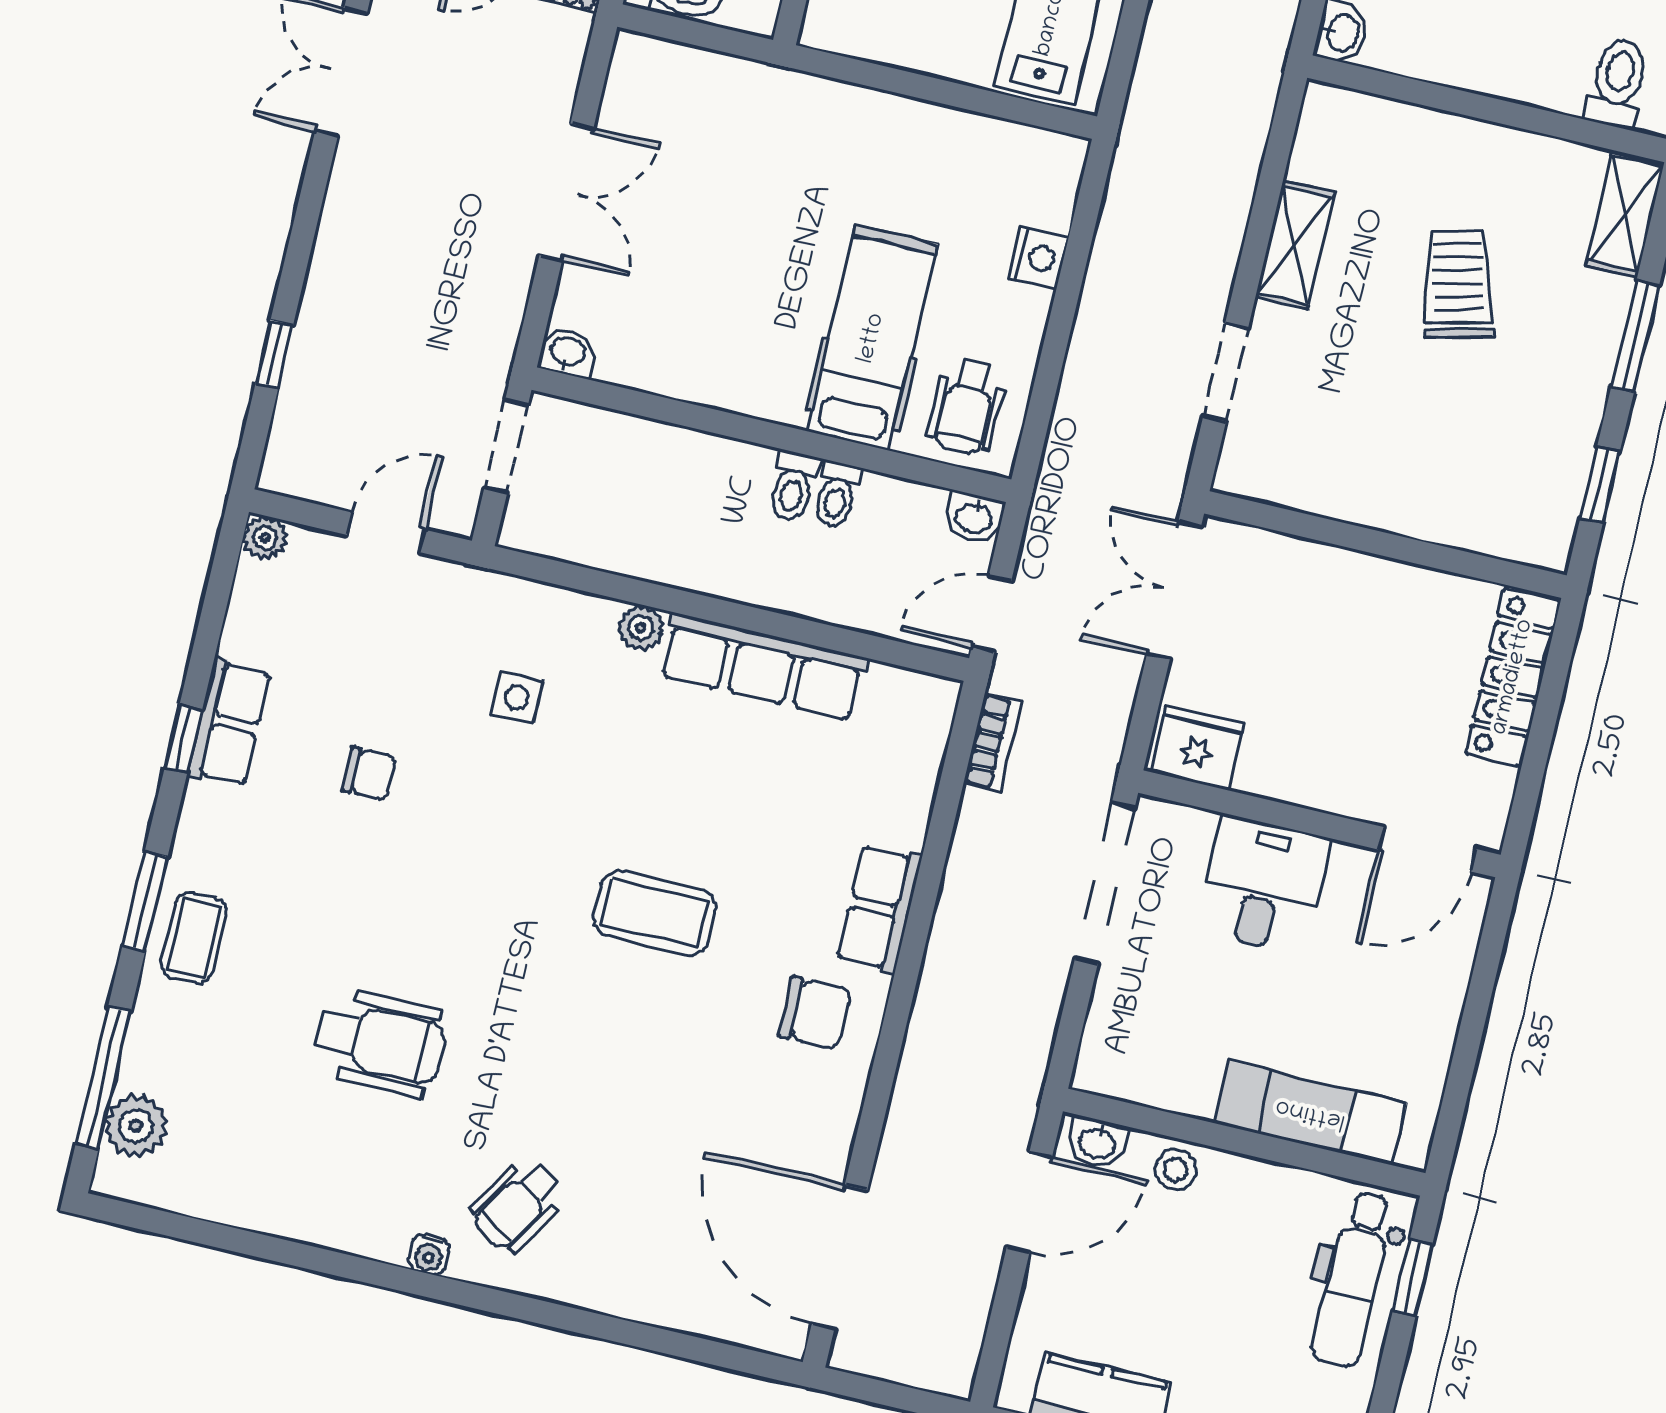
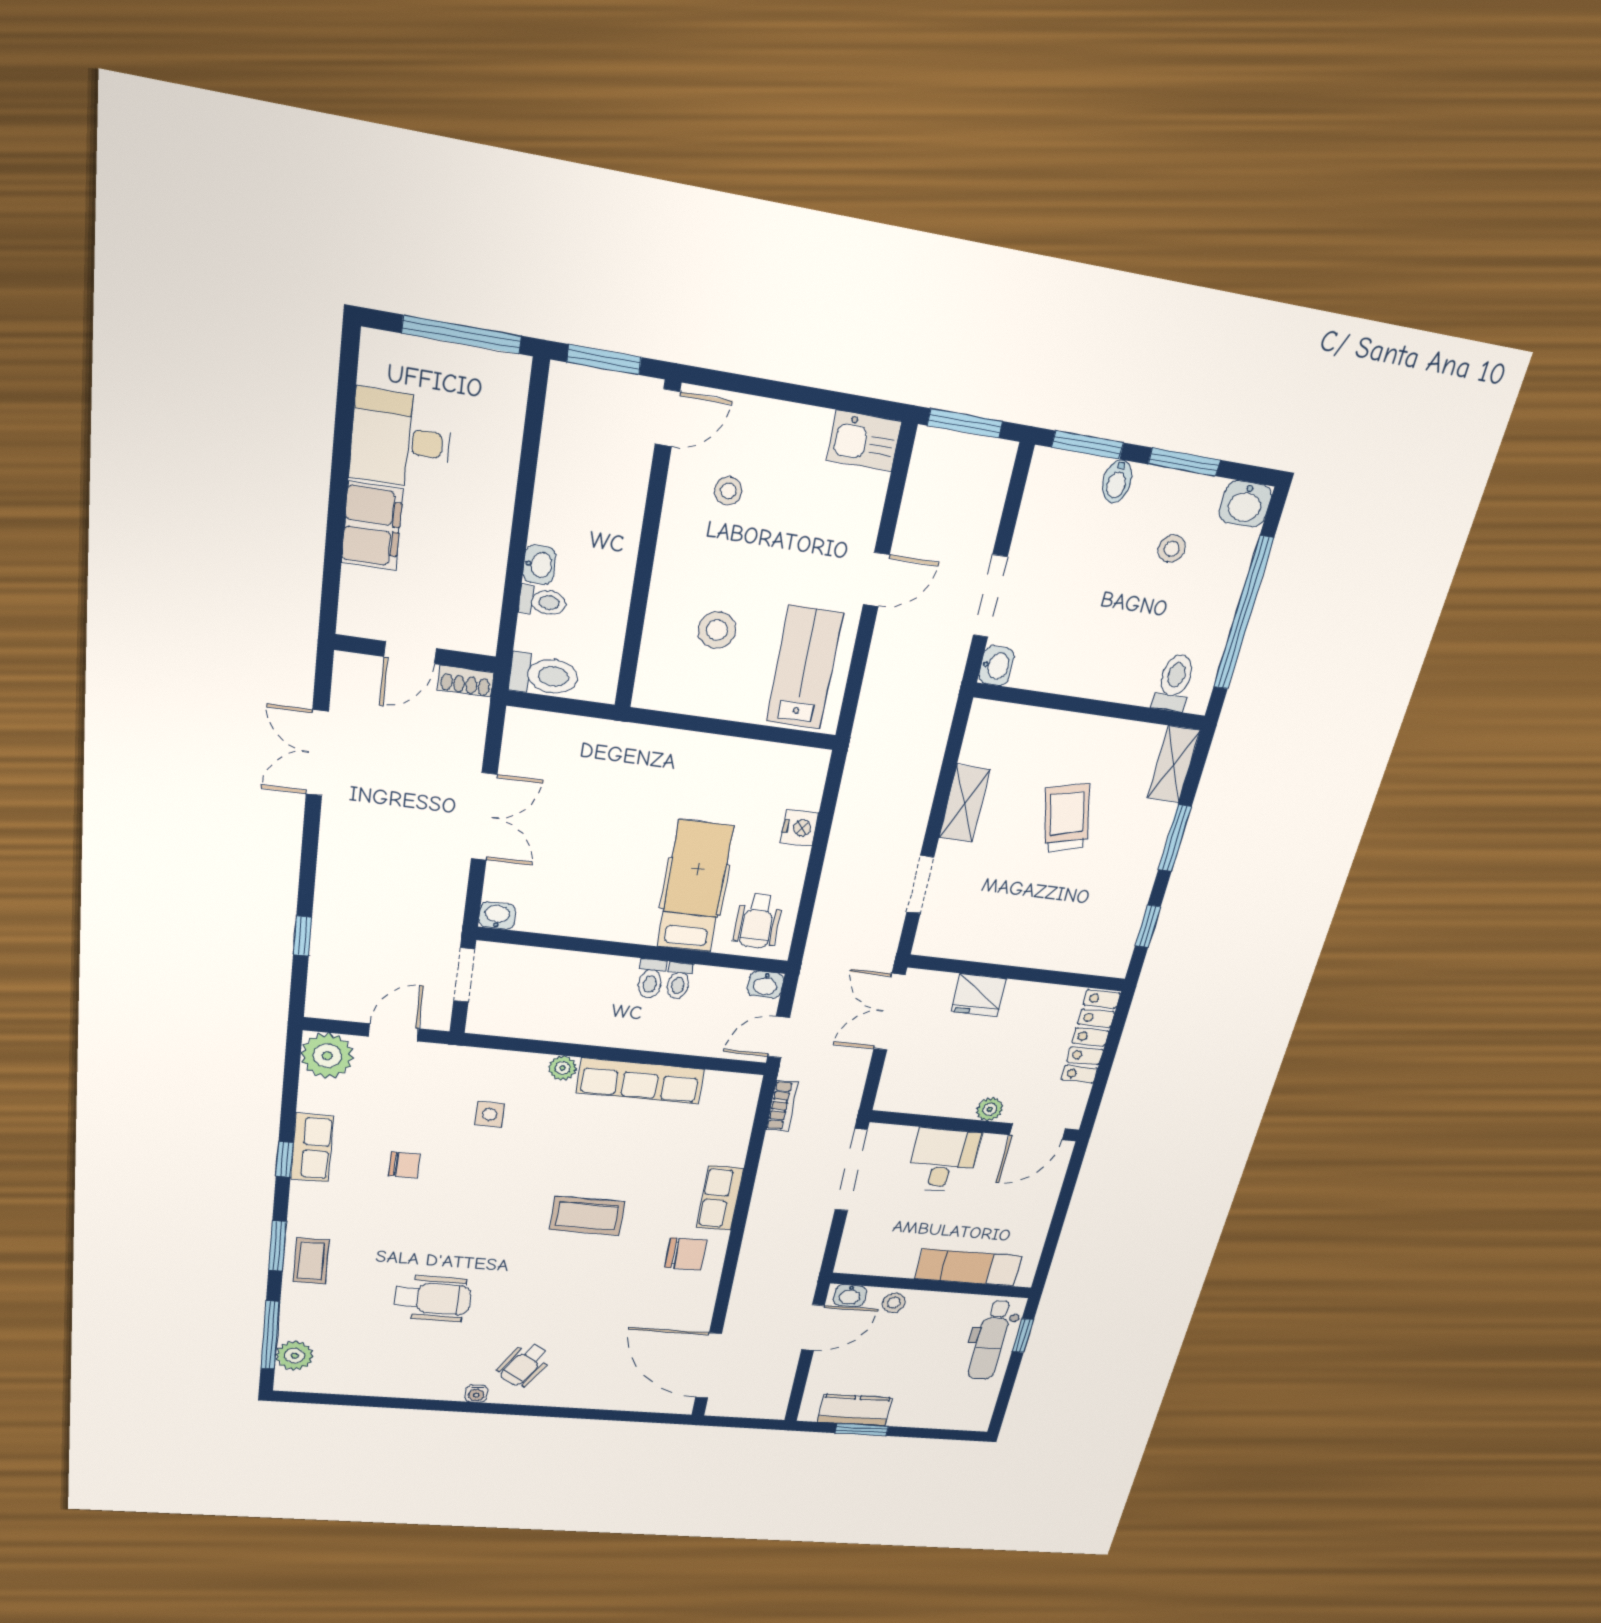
plant: (265, 538) -> (327, 1056), width x1.88, depth x1.88
fridge: (1198, 748) -> (979, 995), moved, turned 180
plant: (1344, 794) -> (990, 1109), added

